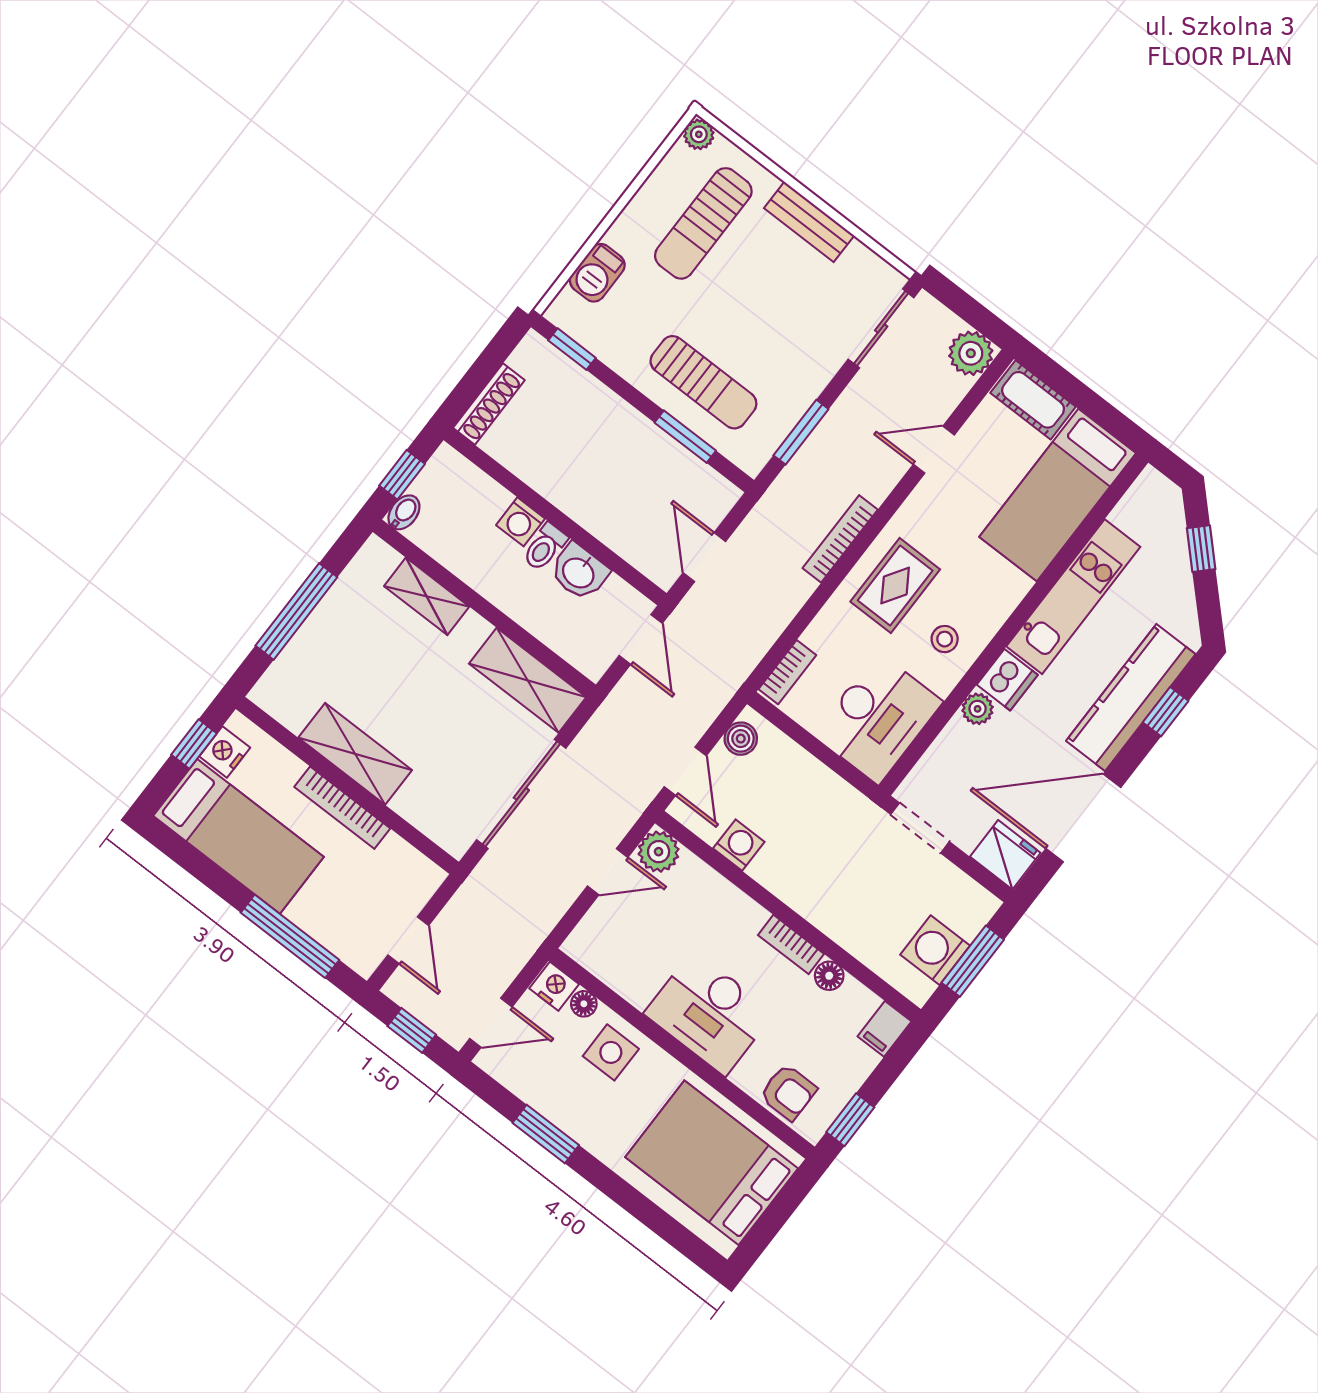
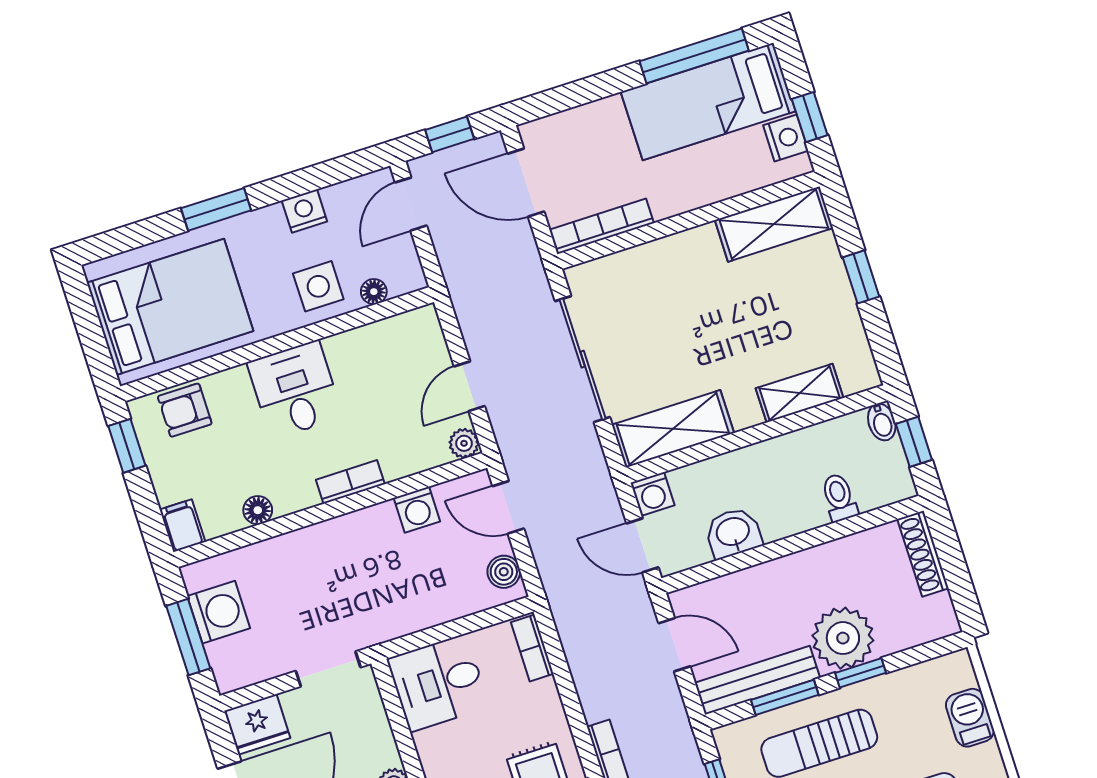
window: (572, 349) -> (860, 673), moved
plant: (604, 422) -> (843, 638), added
bench: (687, 469) -> (757, 680), added
washing machine: (521, 522) -> (653, 494), moved, turned 180
toilet: (545, 547) -> (839, 497), moved
window: (296, 611) -> (861, 277), width x0.46
desk: (878, 718) -> (438, 683), width x0.73
shelving: (355, 754) -> (774, 224), moved
bookcase: (342, 808) -> (601, 226), moved
plant: (659, 852) -> (464, 443), width x0.73, depth x0.73
window: (290, 936) -> (694, 56), moved
door: (408, 940) -> (526, 183), width x1.38
bookcase: (791, 944) -> (350, 482), moved
nightstand: (554, 986) -> (304, 211), moved, turned 180
desk: (709, 1013) -> (295, 390), width x0.73
window: (546, 1134) -> (216, 209), moved

